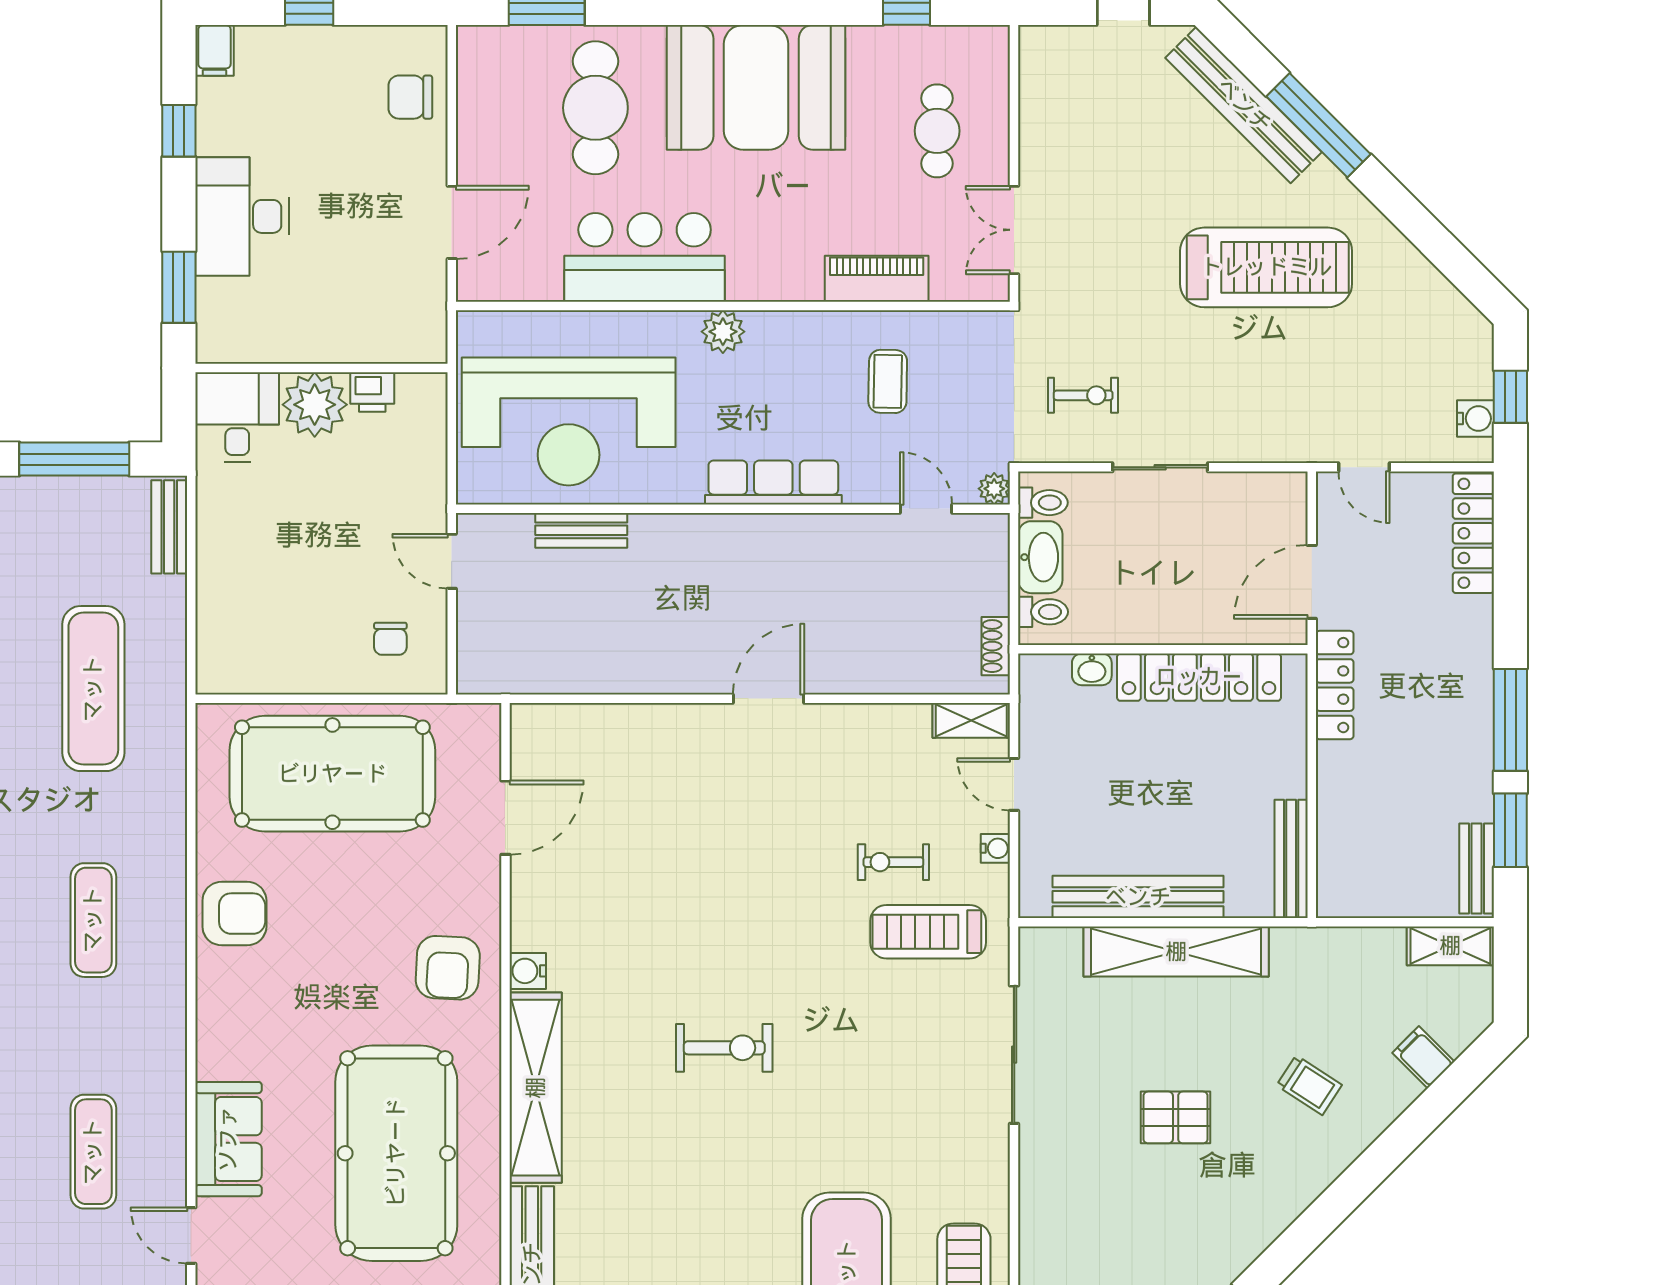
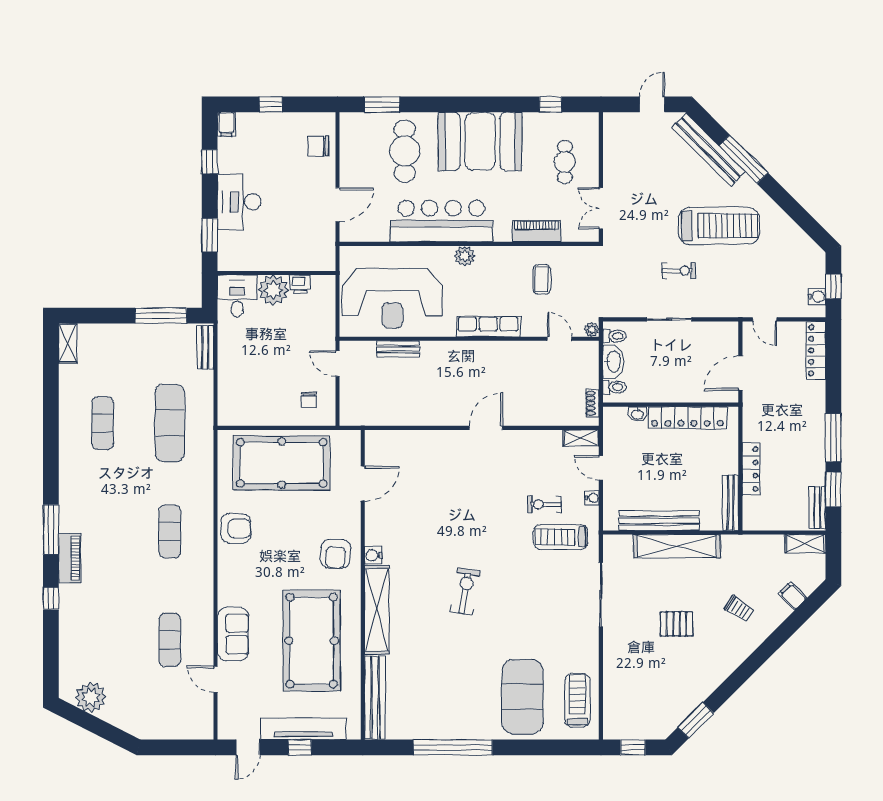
bar counter: (645, 257) -> (441, 221), width x1.36
exercise bike: (1083, 395) -> (679, 271), moved
locker: (1335, 685) -> (751, 469), moved
exercise bike: (724, 1048) -> (465, 591), turned -80

